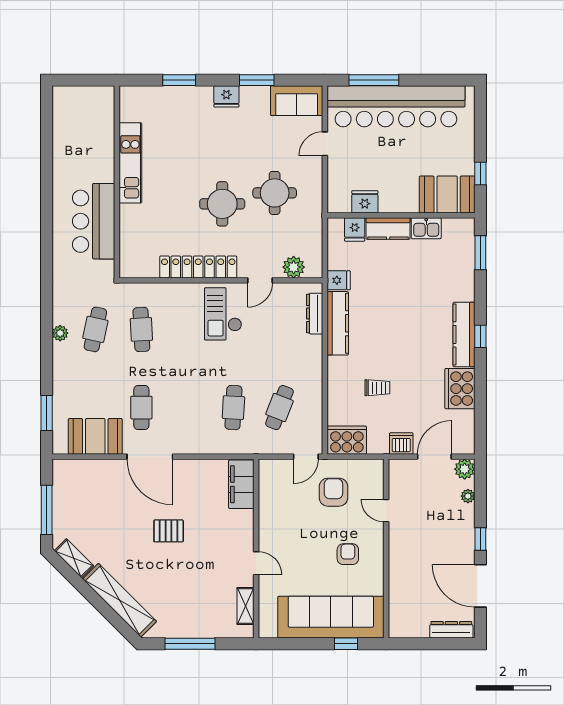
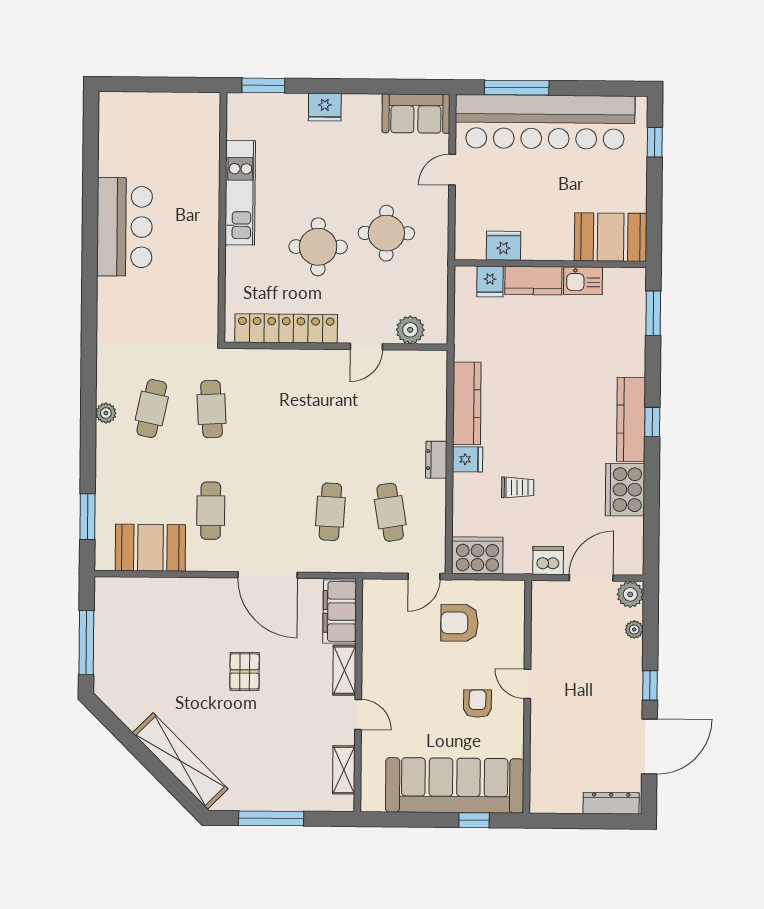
window: (257, 80) -> (365, 86), removed
kitchen unit: (130, 163) -> (240, 193), moved
window: (480, 174) -> (655, 142), moved
wall: (117, 182) -> (222, 217), moved
bar counter: (94, 221) -> (125, 227), moved, turned 180
fridge: (339, 280) -> (468, 459), moved
checkout: (223, 314) -> (318, 390), removed
dresser: (315, 314) -> (436, 460), moved, width x0.70
cafe table: (279, 408) -> (390, 512), turned -30
door: (150, 457) -> (268, 575), moved
armchair: (333, 492) -> (459, 623), turned -90
door: (386, 511) -> (527, 684), moved
pallet: (169, 531) -> (245, 671), turned 90
shelving: (74, 558) -> (344, 670), moved, turned 45
door: (480, 586) -> (649, 746), swing flipped

